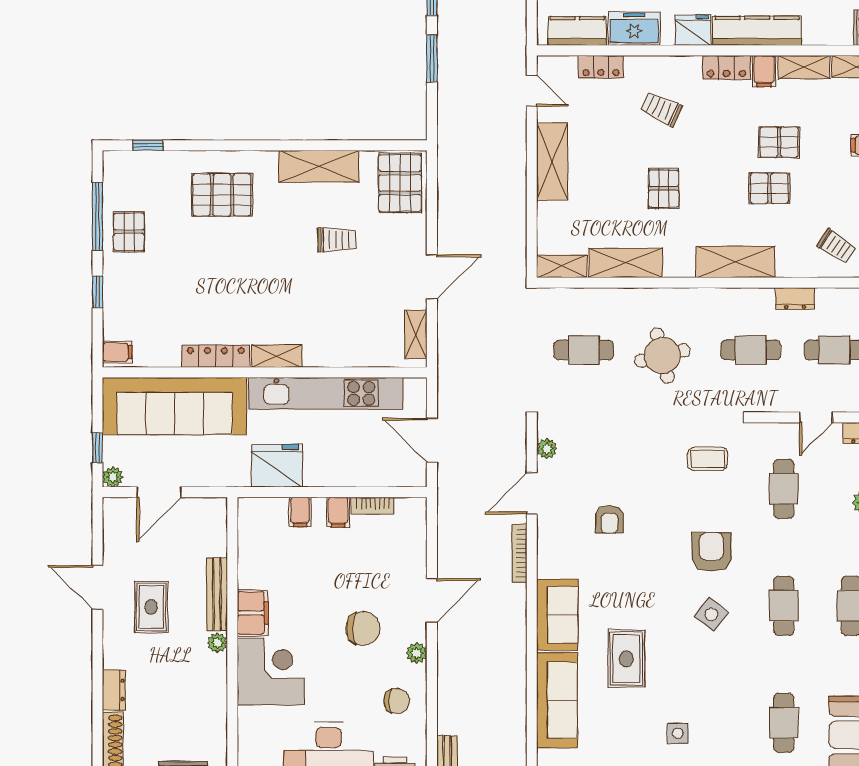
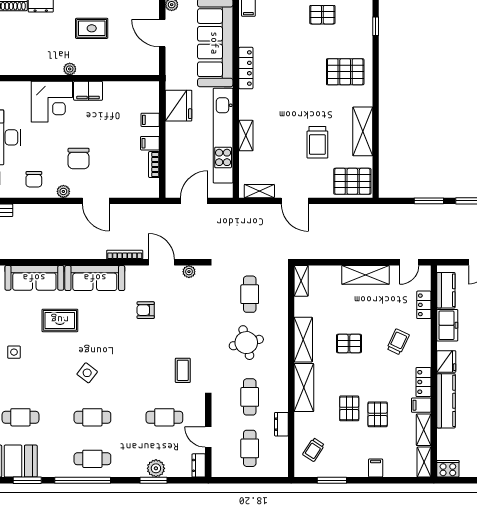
pallet: (222, 195) -> (345, 72), turned 90
trolley: (337, 240) -> (317, 142), width x1.36, depth x1.39
shelving: (626, 263) -> (303, 340), moved
shelving: (277, 356) -> (246, 136), moved
armchair: (711, 552) -> (126, 373), removed
bench: (217, 594) -> (100, 69), removed
sofa: (557, 615) -> (95, 278), width x1.36

